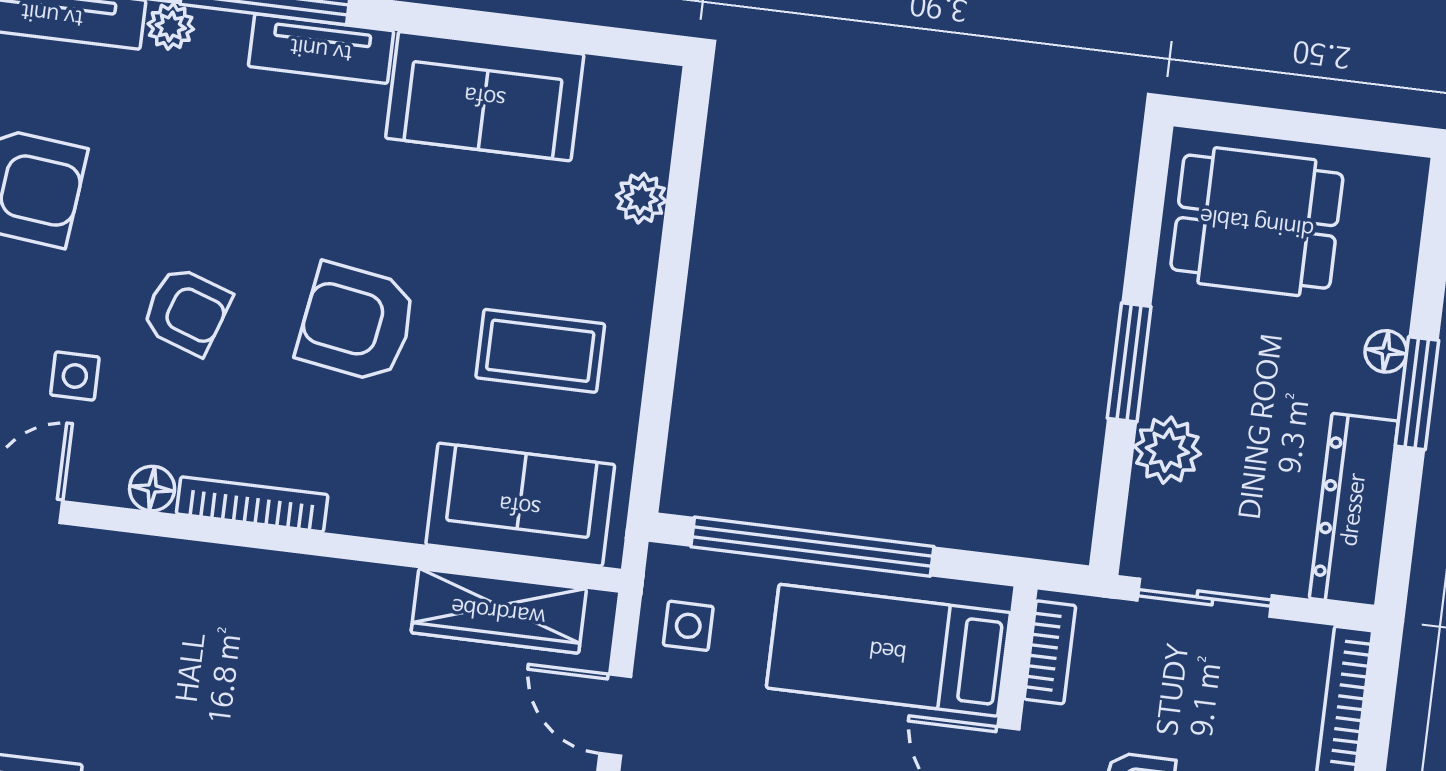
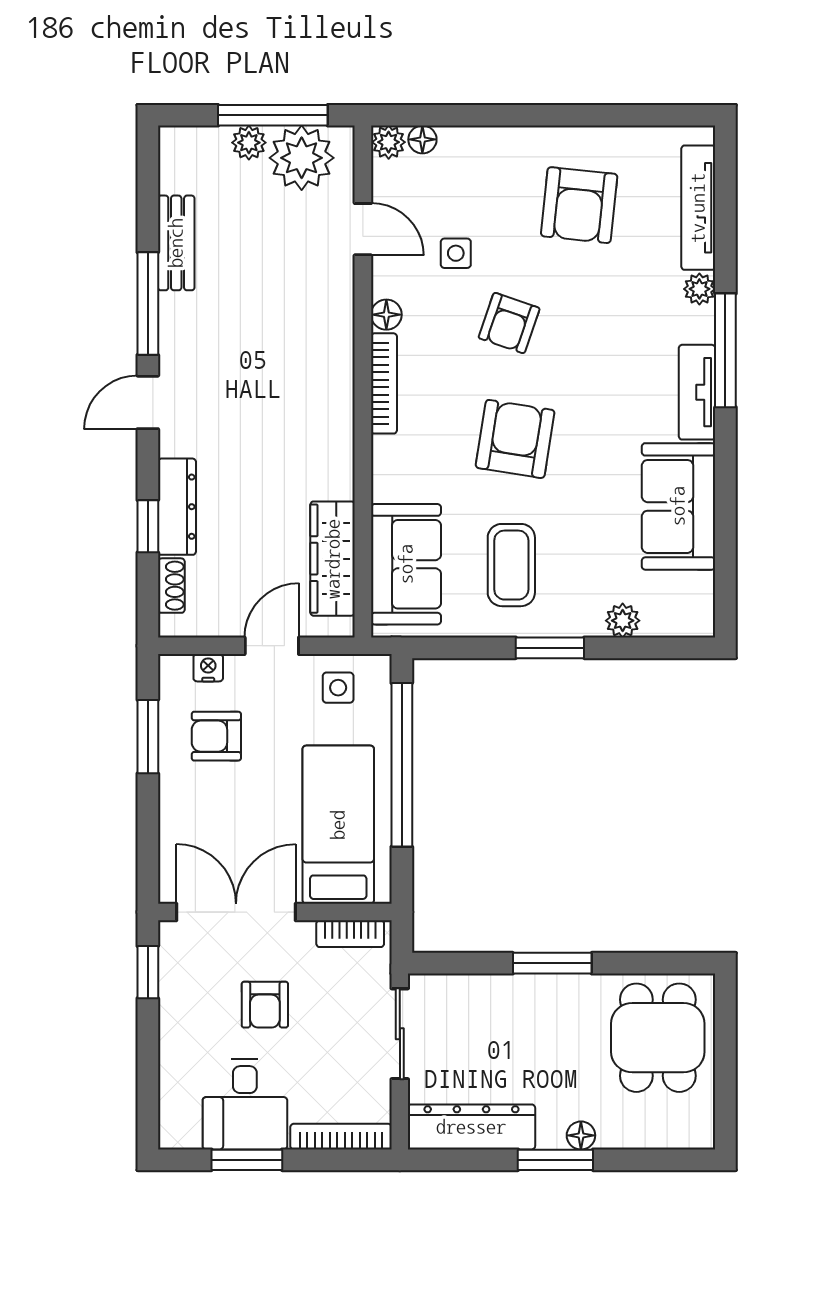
window: (668, 309) -> (550, 648), added
plant: (1167, 450) -> (496, 996), removed

